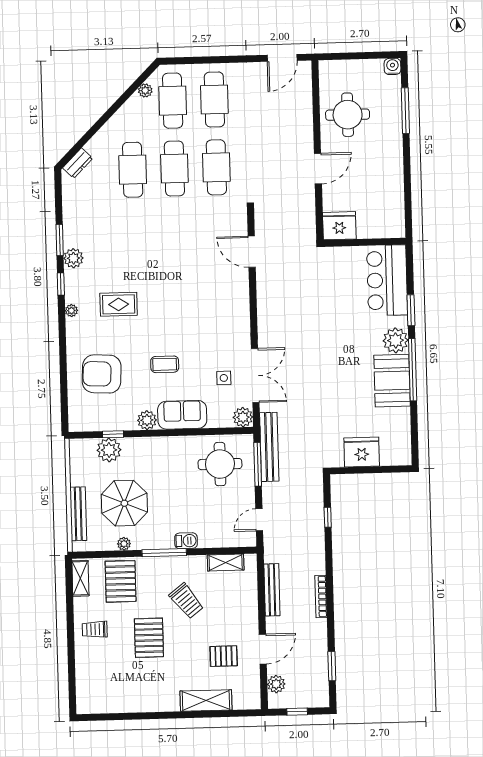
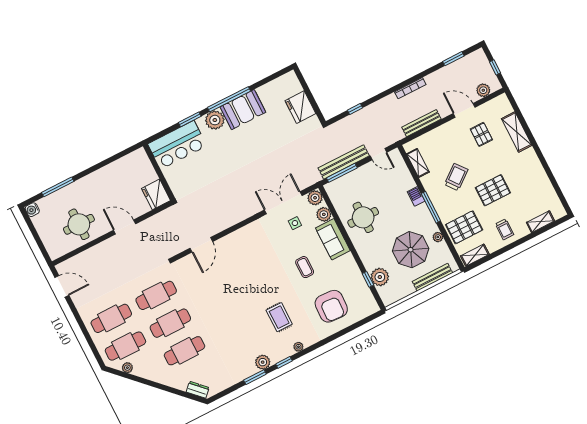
plant: (147, 420) -> (324, 214), moved
bench: (269, 447) -> (344, 162), moved
round table: (220, 464) -> (363, 217), moved
shelving: (83, 677) -> (540, 222), added

